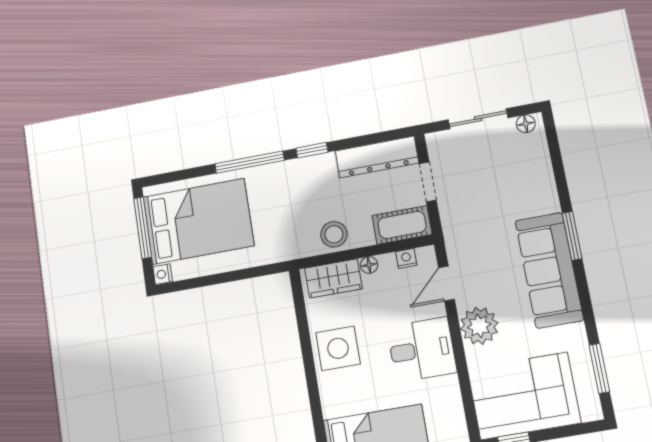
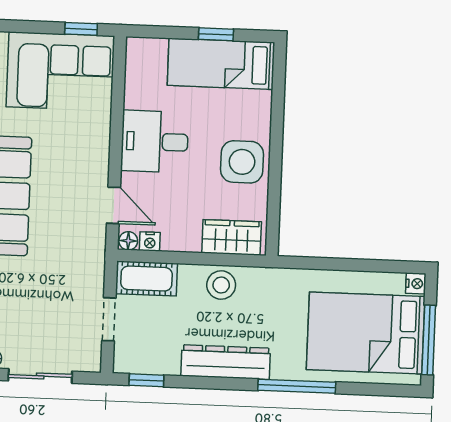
window: (312, 150) -> (146, 380), moved
dresser: (377, 157) -> (226, 362), moved
floor lamp: (369, 265) -> (128, 241), moved
door: (446, 284) -> (114, 205), hinge flipped
plant: (479, 326) -> (90, 153), removed

